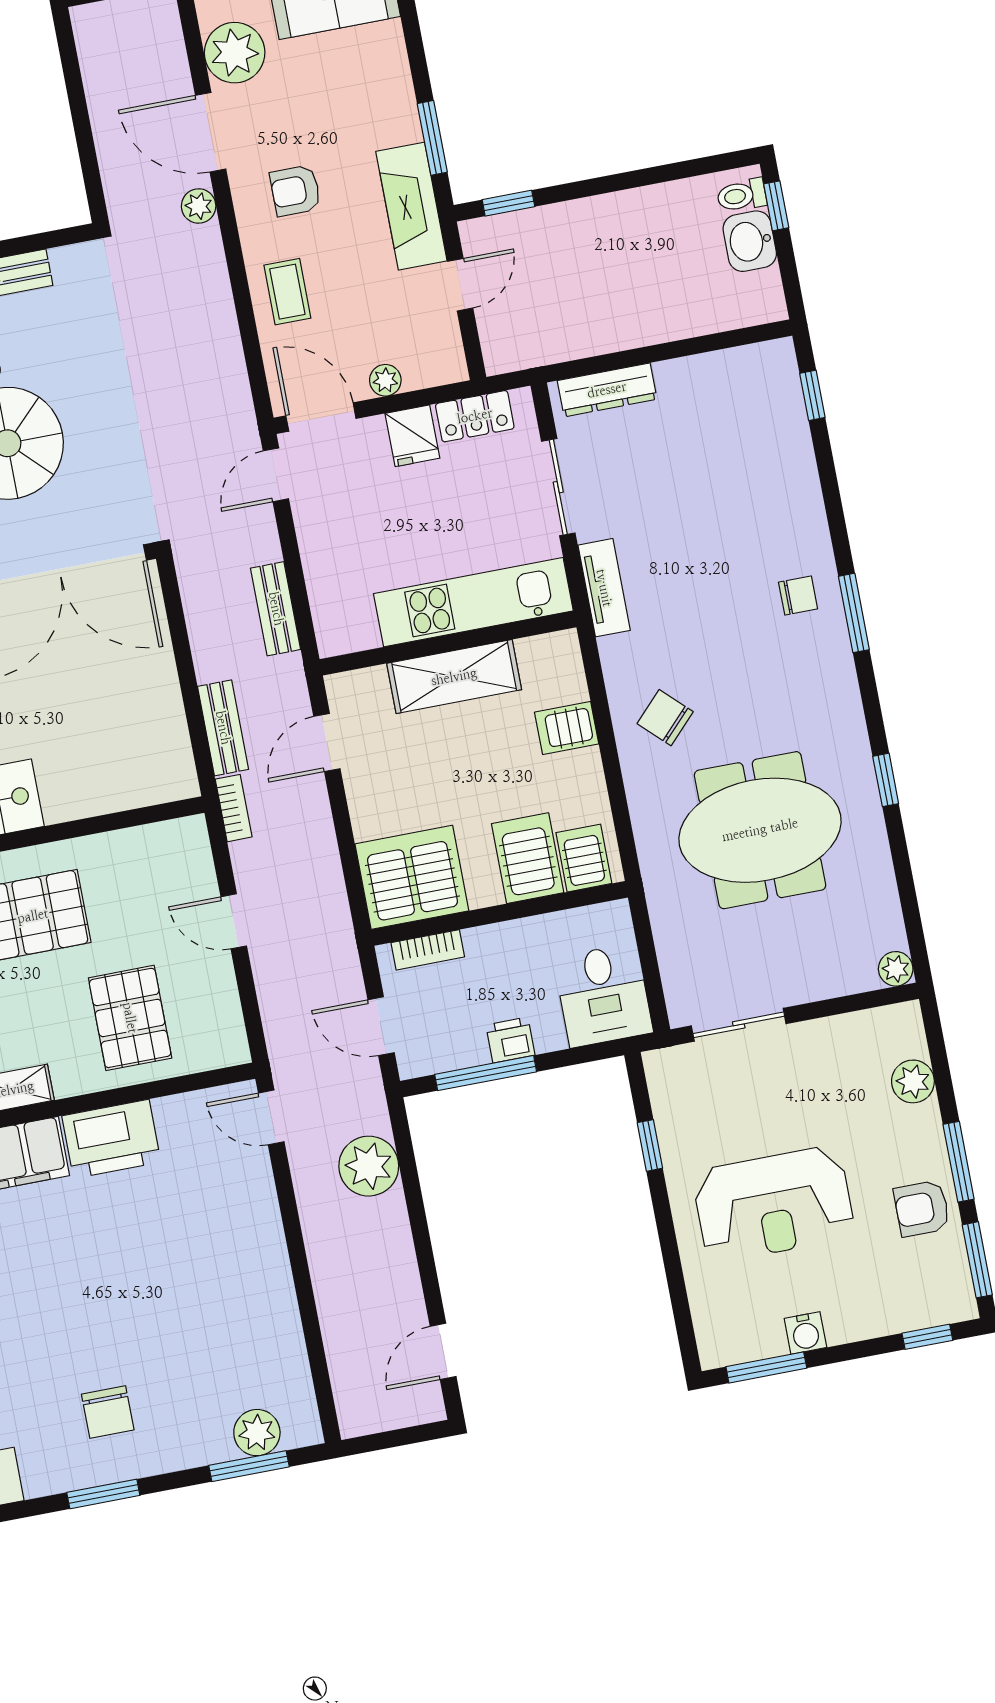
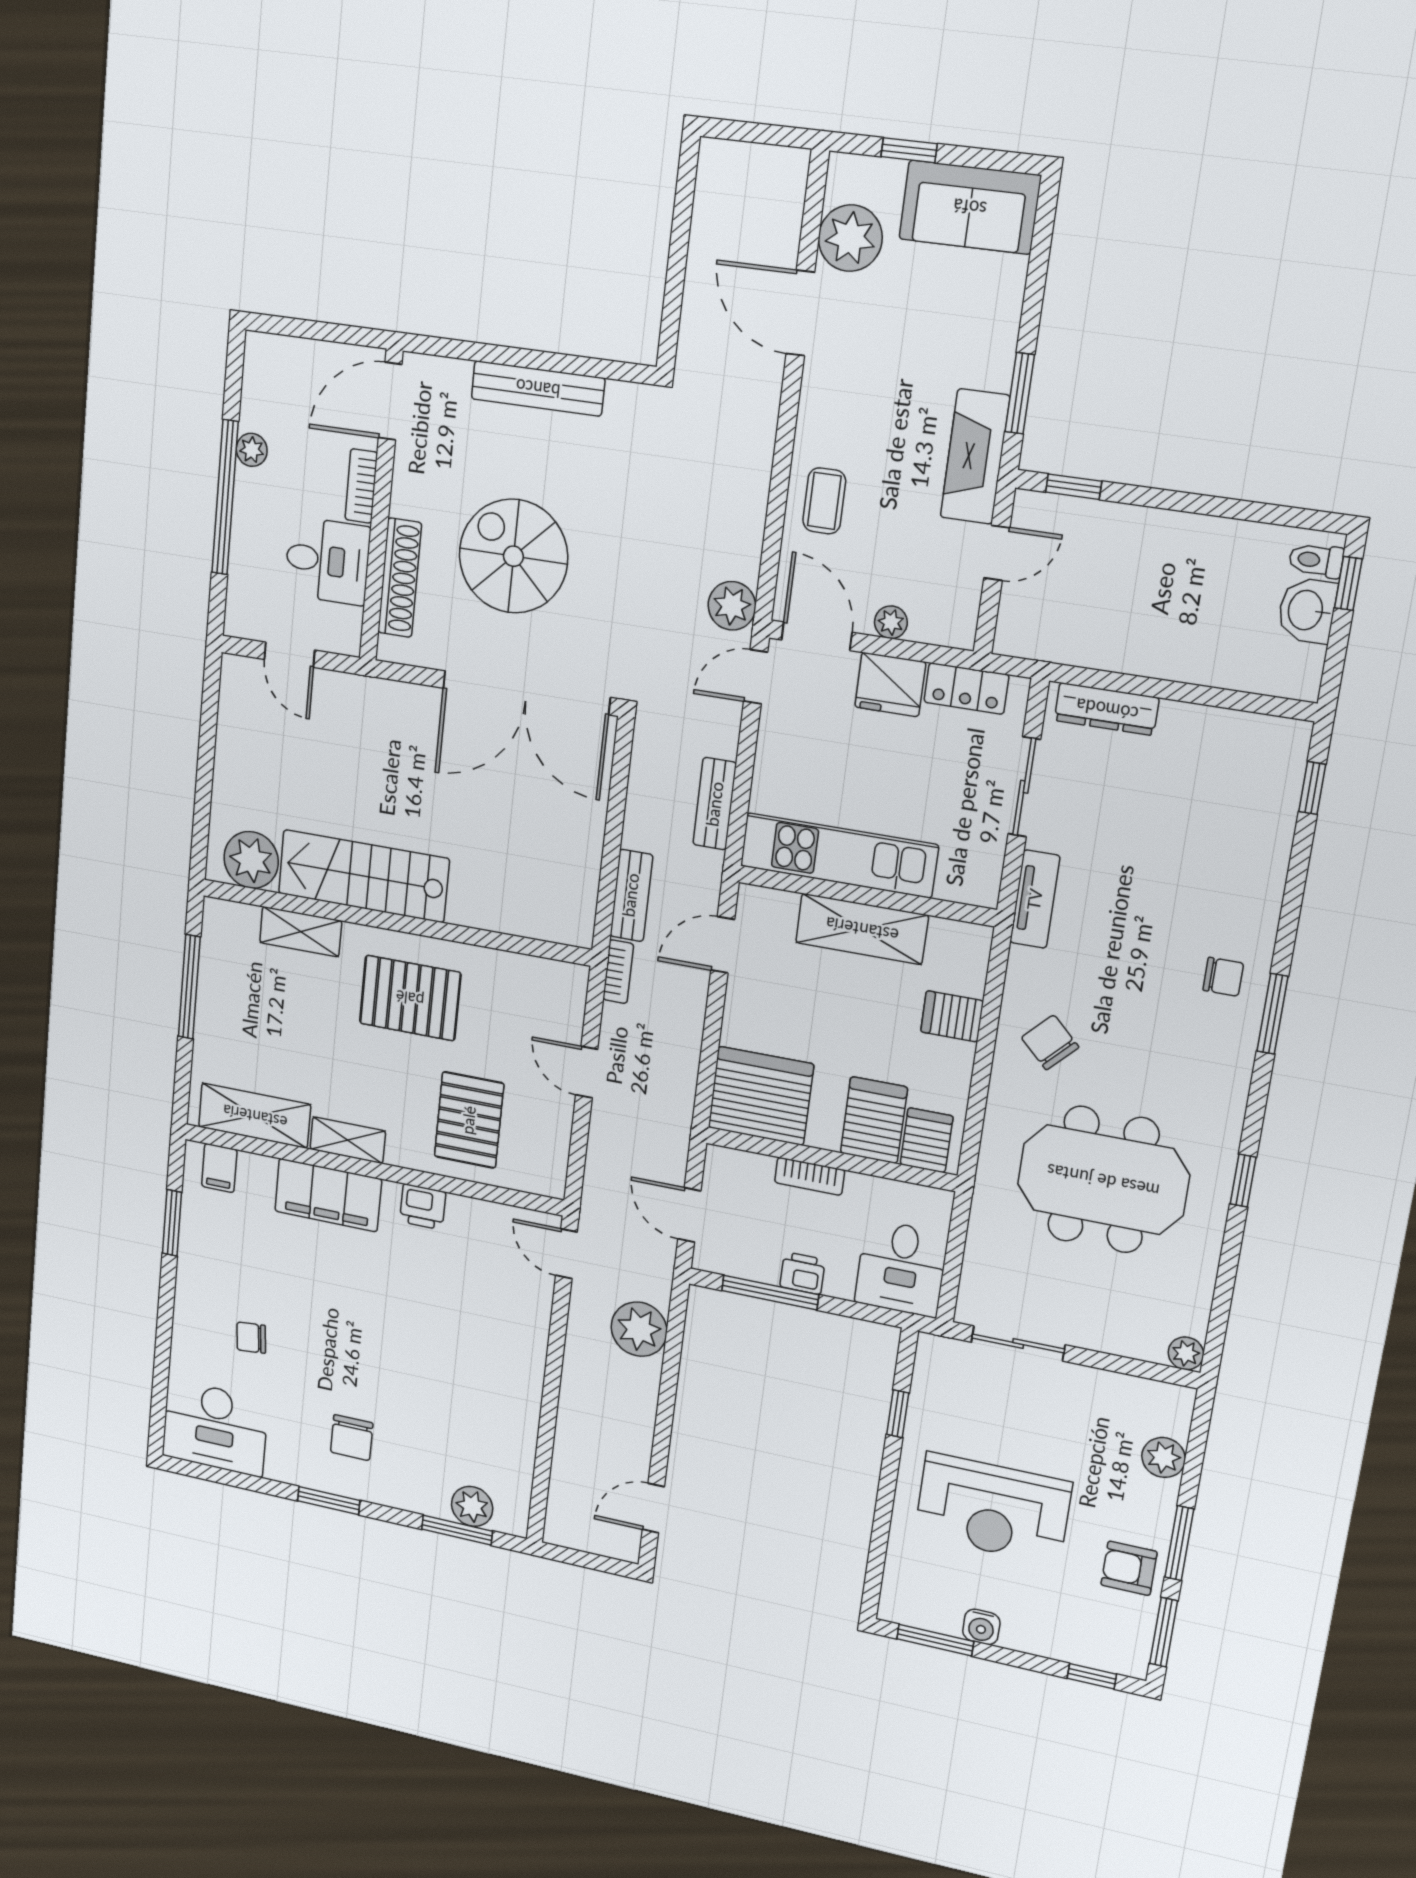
armchair: (295, 191) -> (865, 401), removed
plant: (199, 206) -> (732, 606), moved, width x1.38, depth x1.38
fridge: (412, 436) -> (890, 685), width x1.38
kitchen unit: (473, 602) -> (839, 855), moved
bookcase: (428, 950) -> (810, 1176), moved
printer: (111, 1139) -> (423, 1207), width x0.53, depth x0.68

